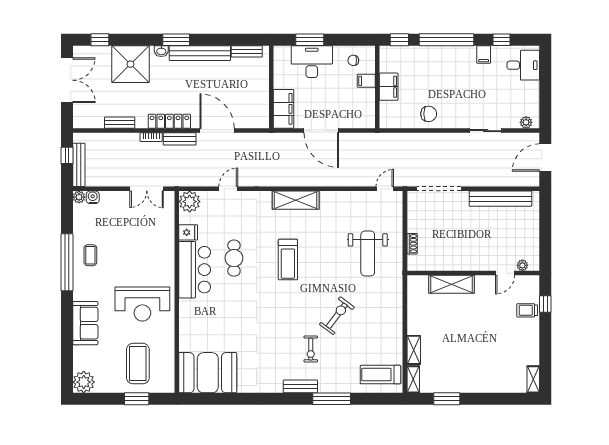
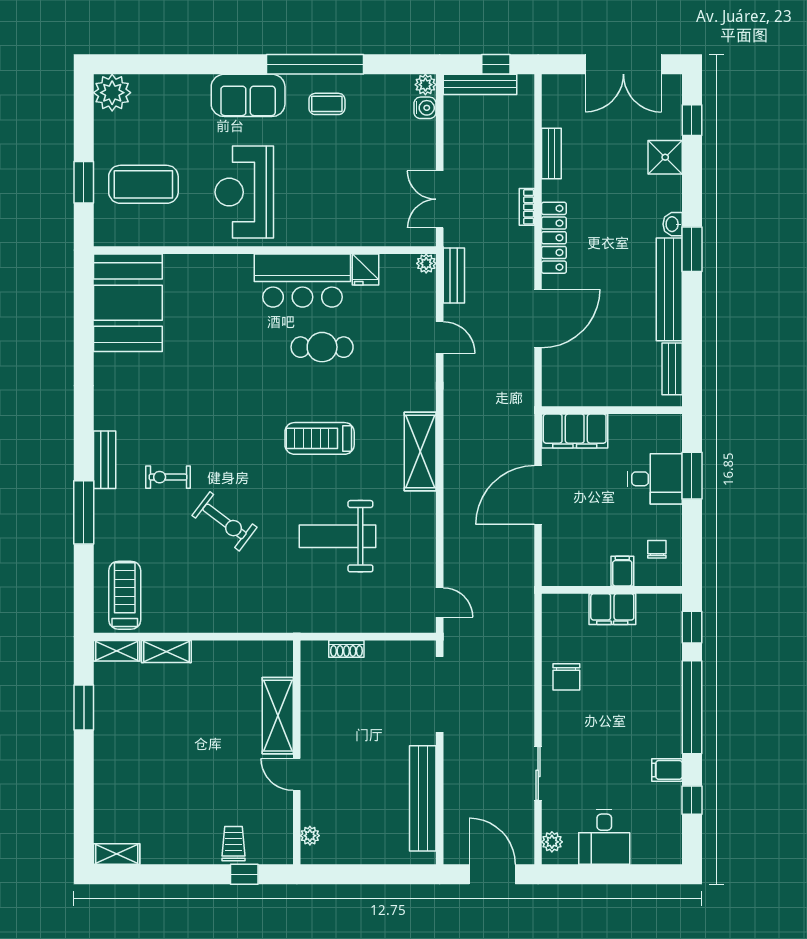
desk: (312, 62) -> (655, 479), width x0.73
shower: (130, 64) -> (665, 157), width x0.54, depth x0.54
desk: (523, 65) -> (604, 837), moved
bench: (180, 139) -> (454, 276), moved
plant: (190, 202) -> (426, 263), width x0.53, depth x0.53
weight bench: (368, 253) -> (337, 536), moved
door: (505, 273) -> (297, 774), moved
sofa: (85, 323) -> (248, 95), moved

